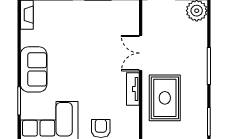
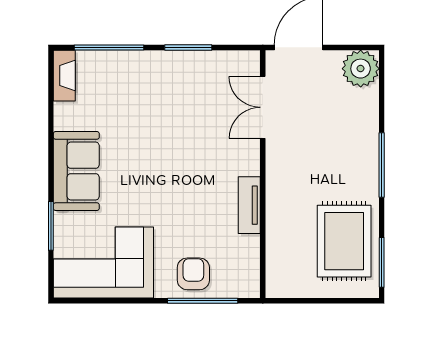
double door: (141, 53) -> (263, 107), moved
rug: (165, 98) -> (344, 241), moved

